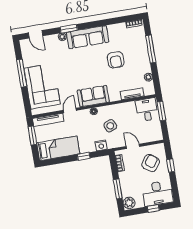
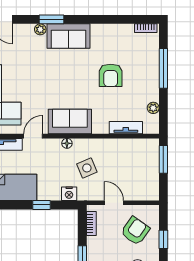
sofa: (88, 37) -> (68, 36), width x0.73
desk: (147, 110) -> (143, 154), removed

